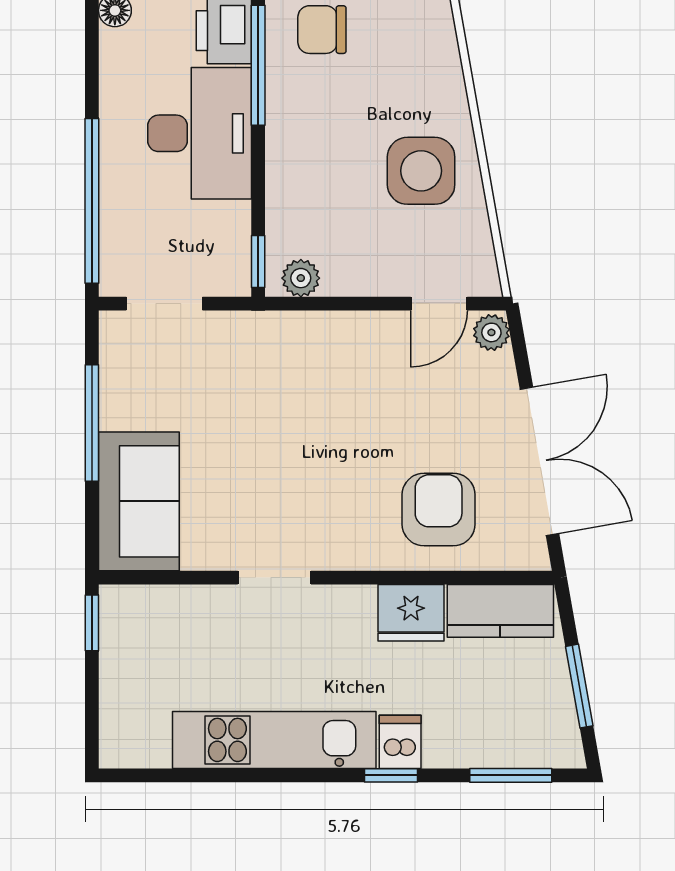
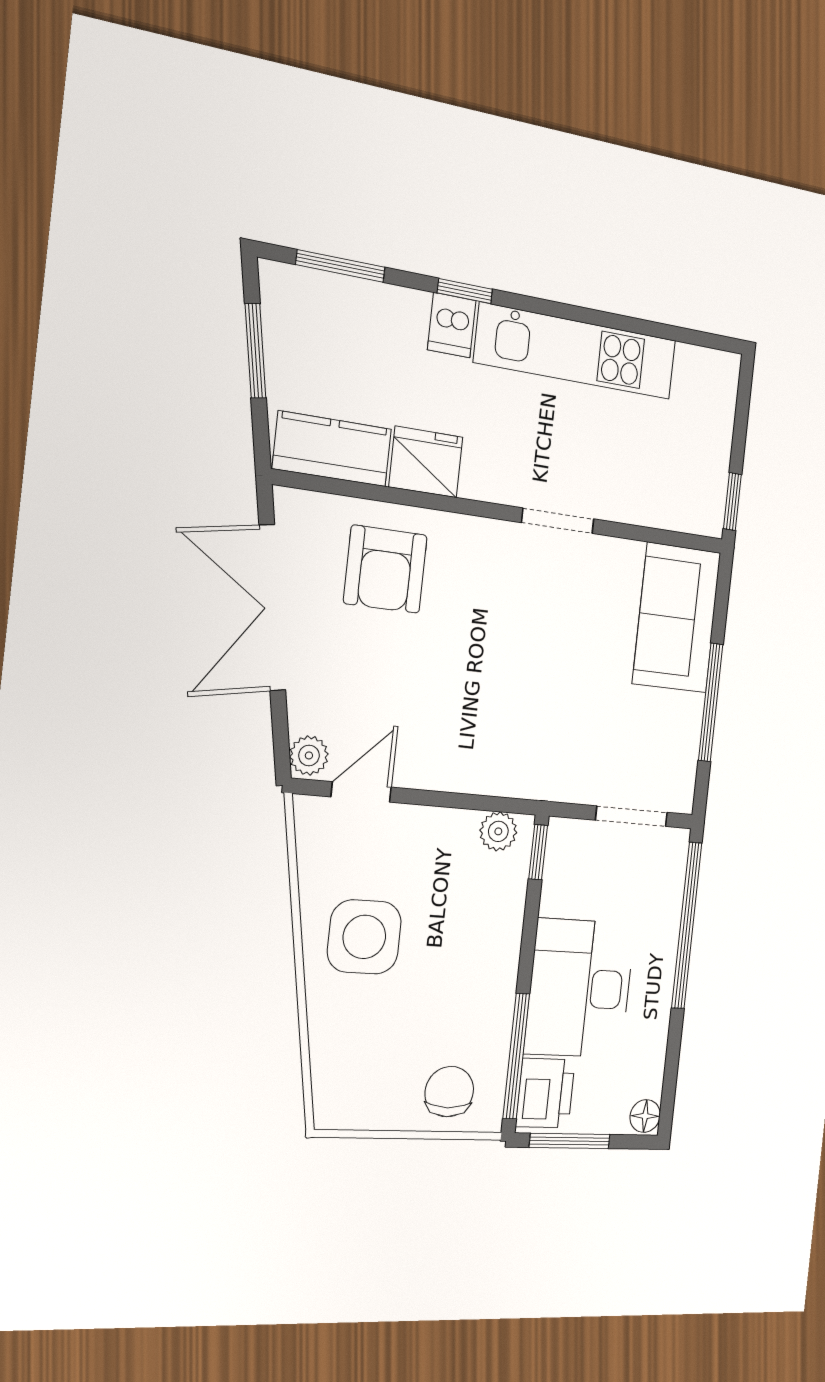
chair: (322, 30) -> (449, 1092), turned -90

